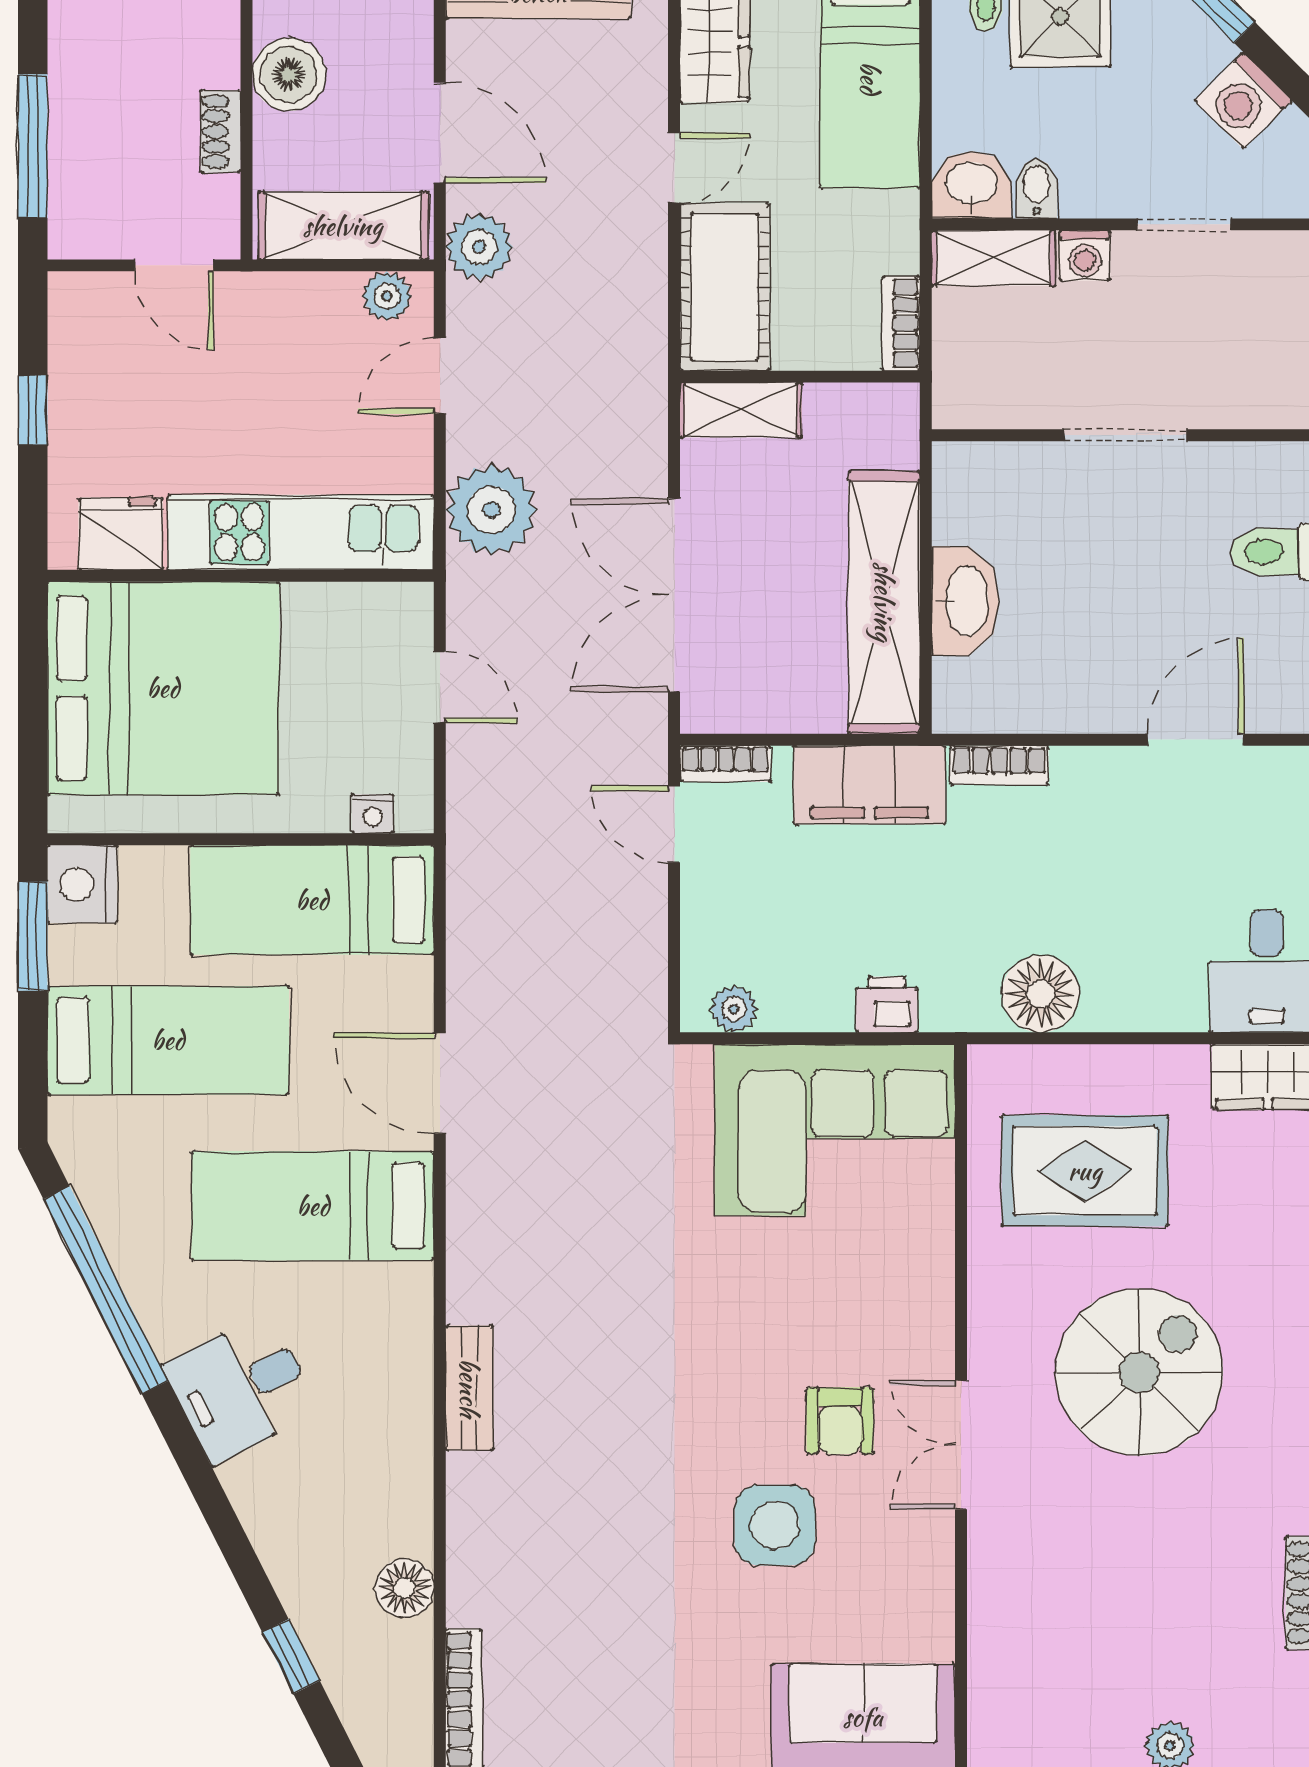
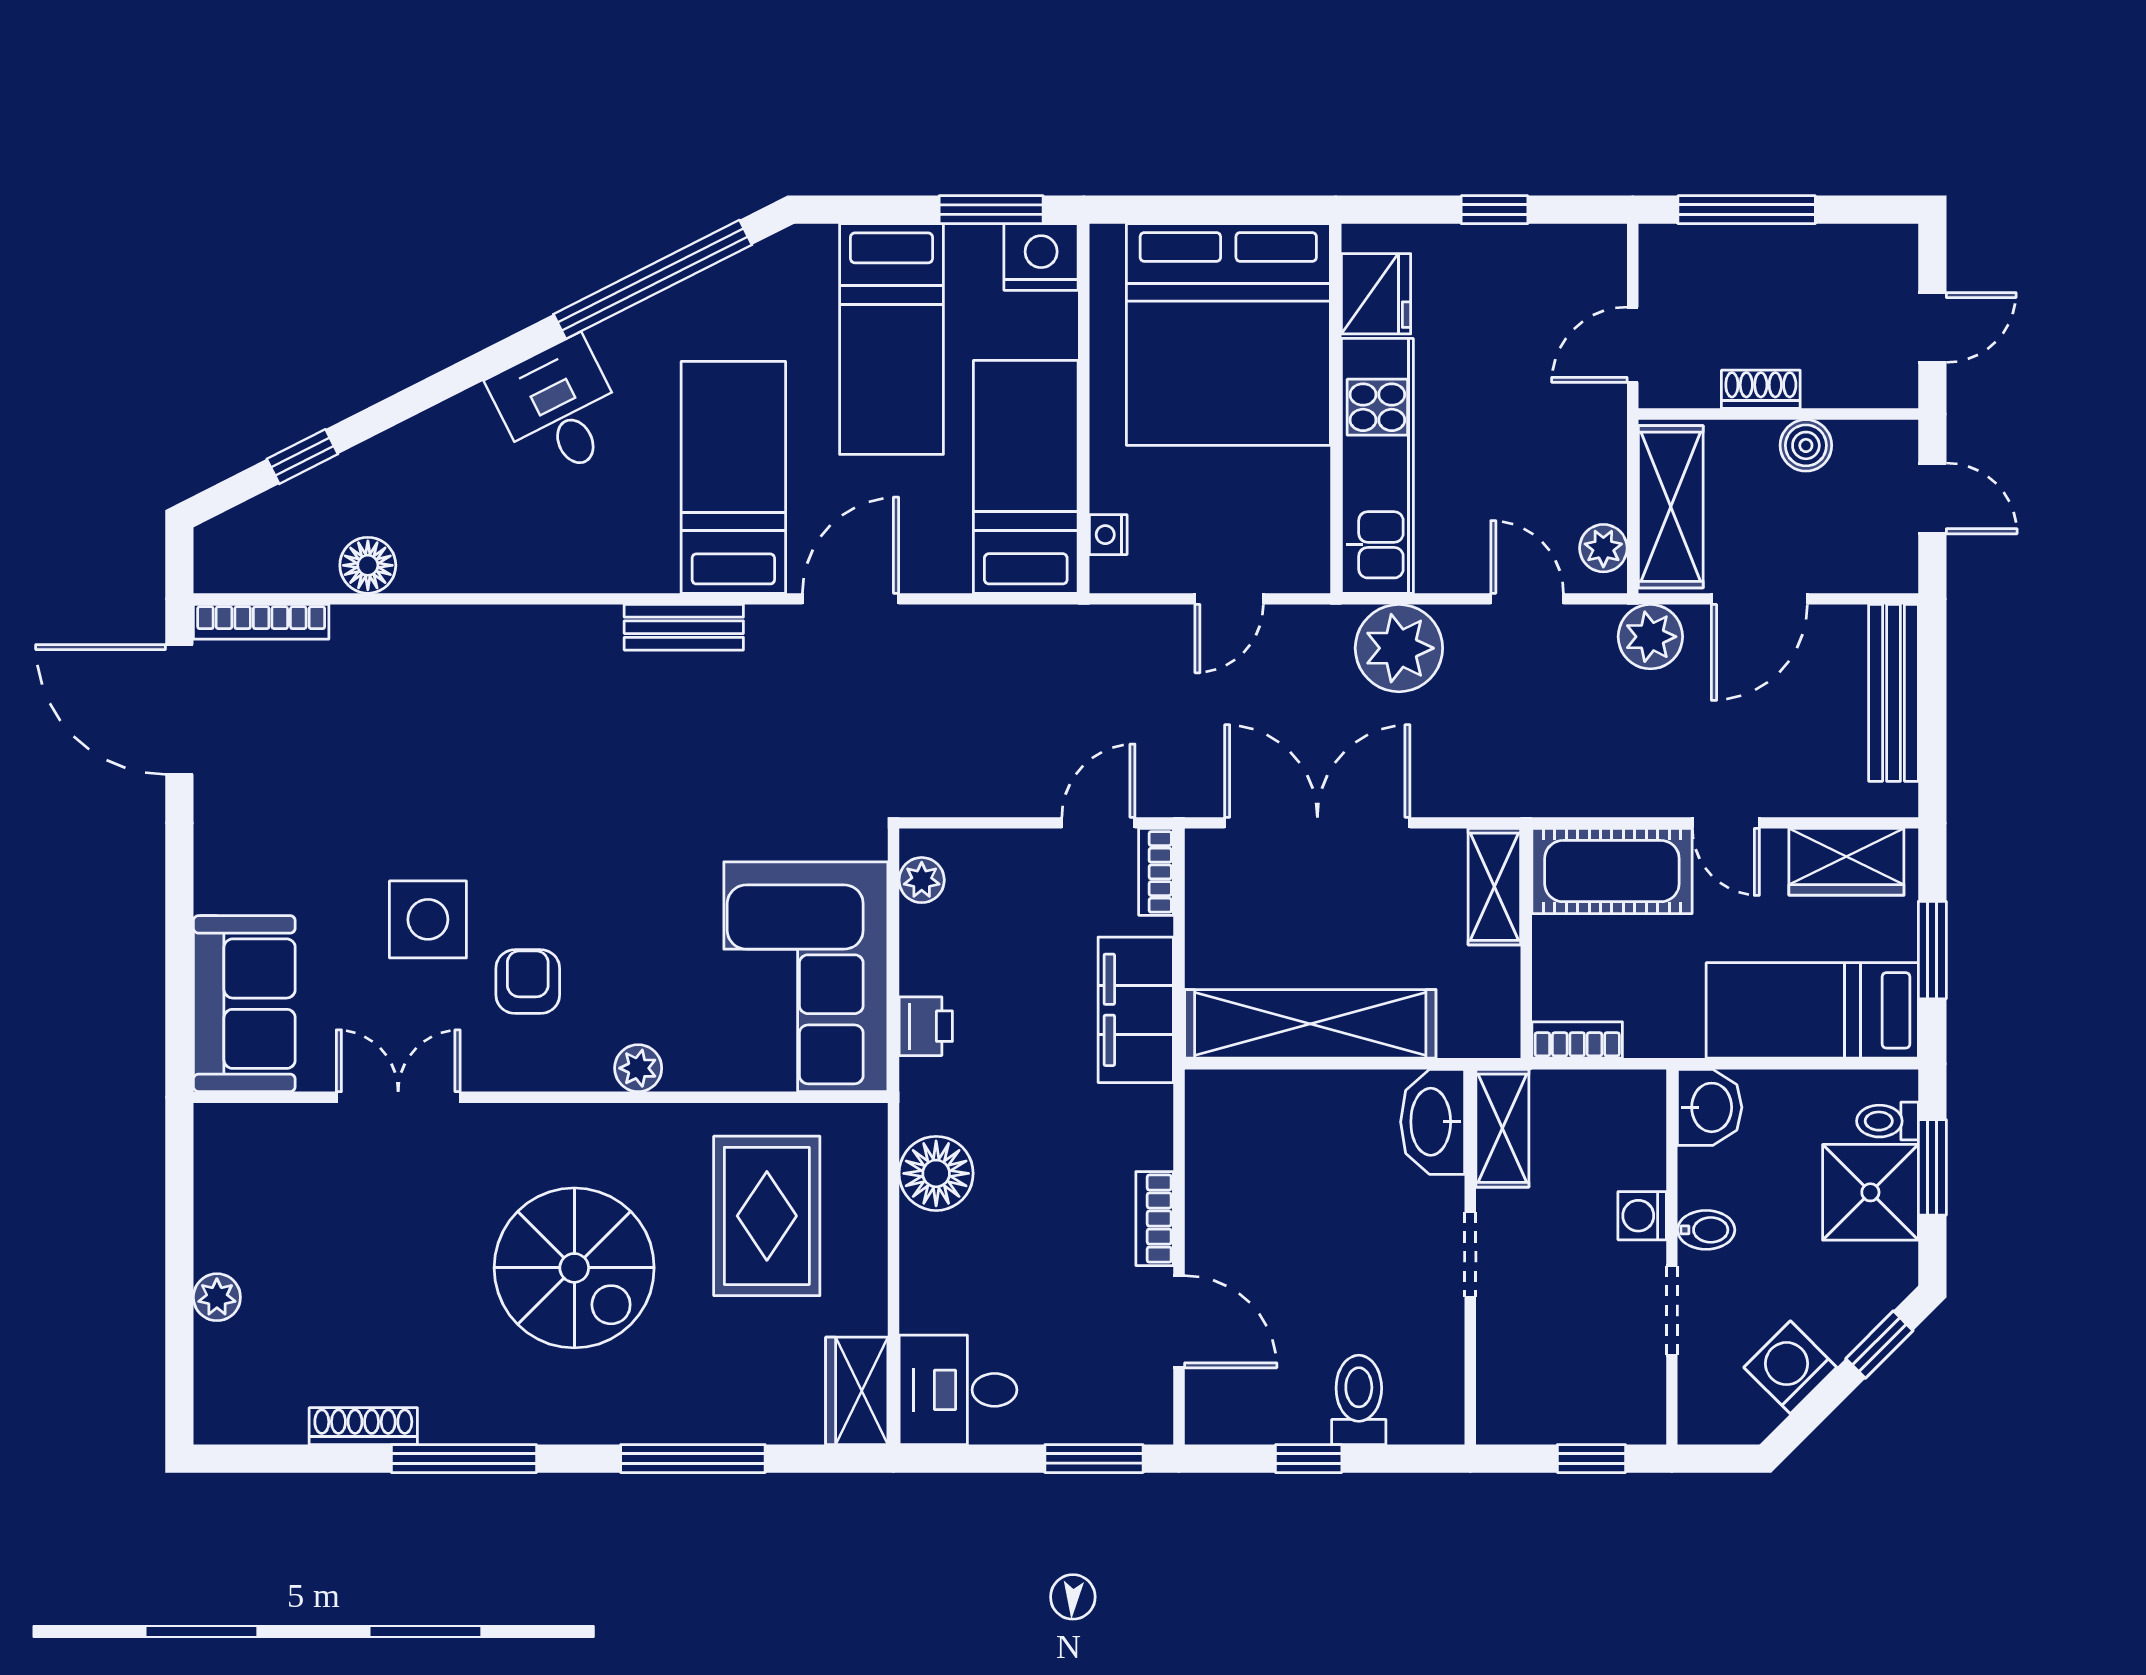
boiler: (289, 74) -> (1806, 445), width x0.73, depth x0.73
bidet: (1036, 189) -> (1706, 1230), moved
shelving: (993, 258) -> (1502, 1128), moved
doorway: (1125, 435) -> (1470, 1255), width x0.73
washbasin: (965, 601) -> (1433, 1122), moved, turned 90
bookcase: (999, 765) -> (1155, 1219), moved
plant: (930, 1305) -> (638, 1068), added
bench: (469, 1388) -> (684, 627), moved
armchair: (840, 1421) -> (528, 982), turned 90
double door: (961, 1445) -> (398, 1097), moved

